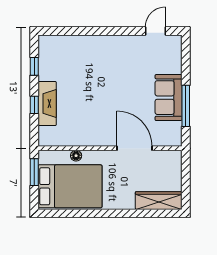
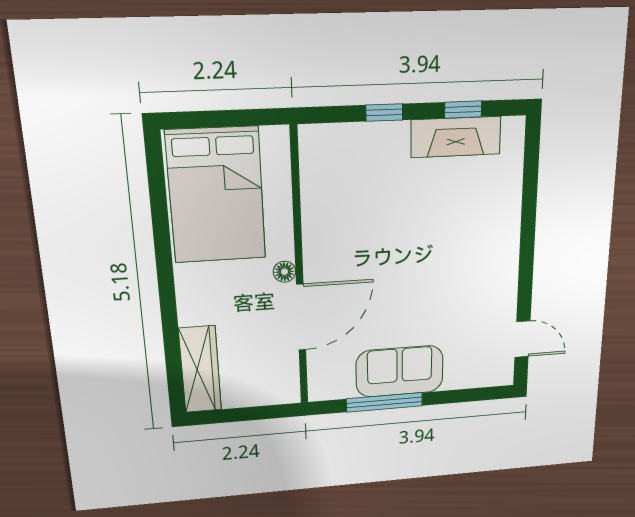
fireplace: (47, 103) -> (456, 137), moved
floor lamp: (76, 156) -> (284, 272), moved
window: (34, 172) -> (242, 118), removed

